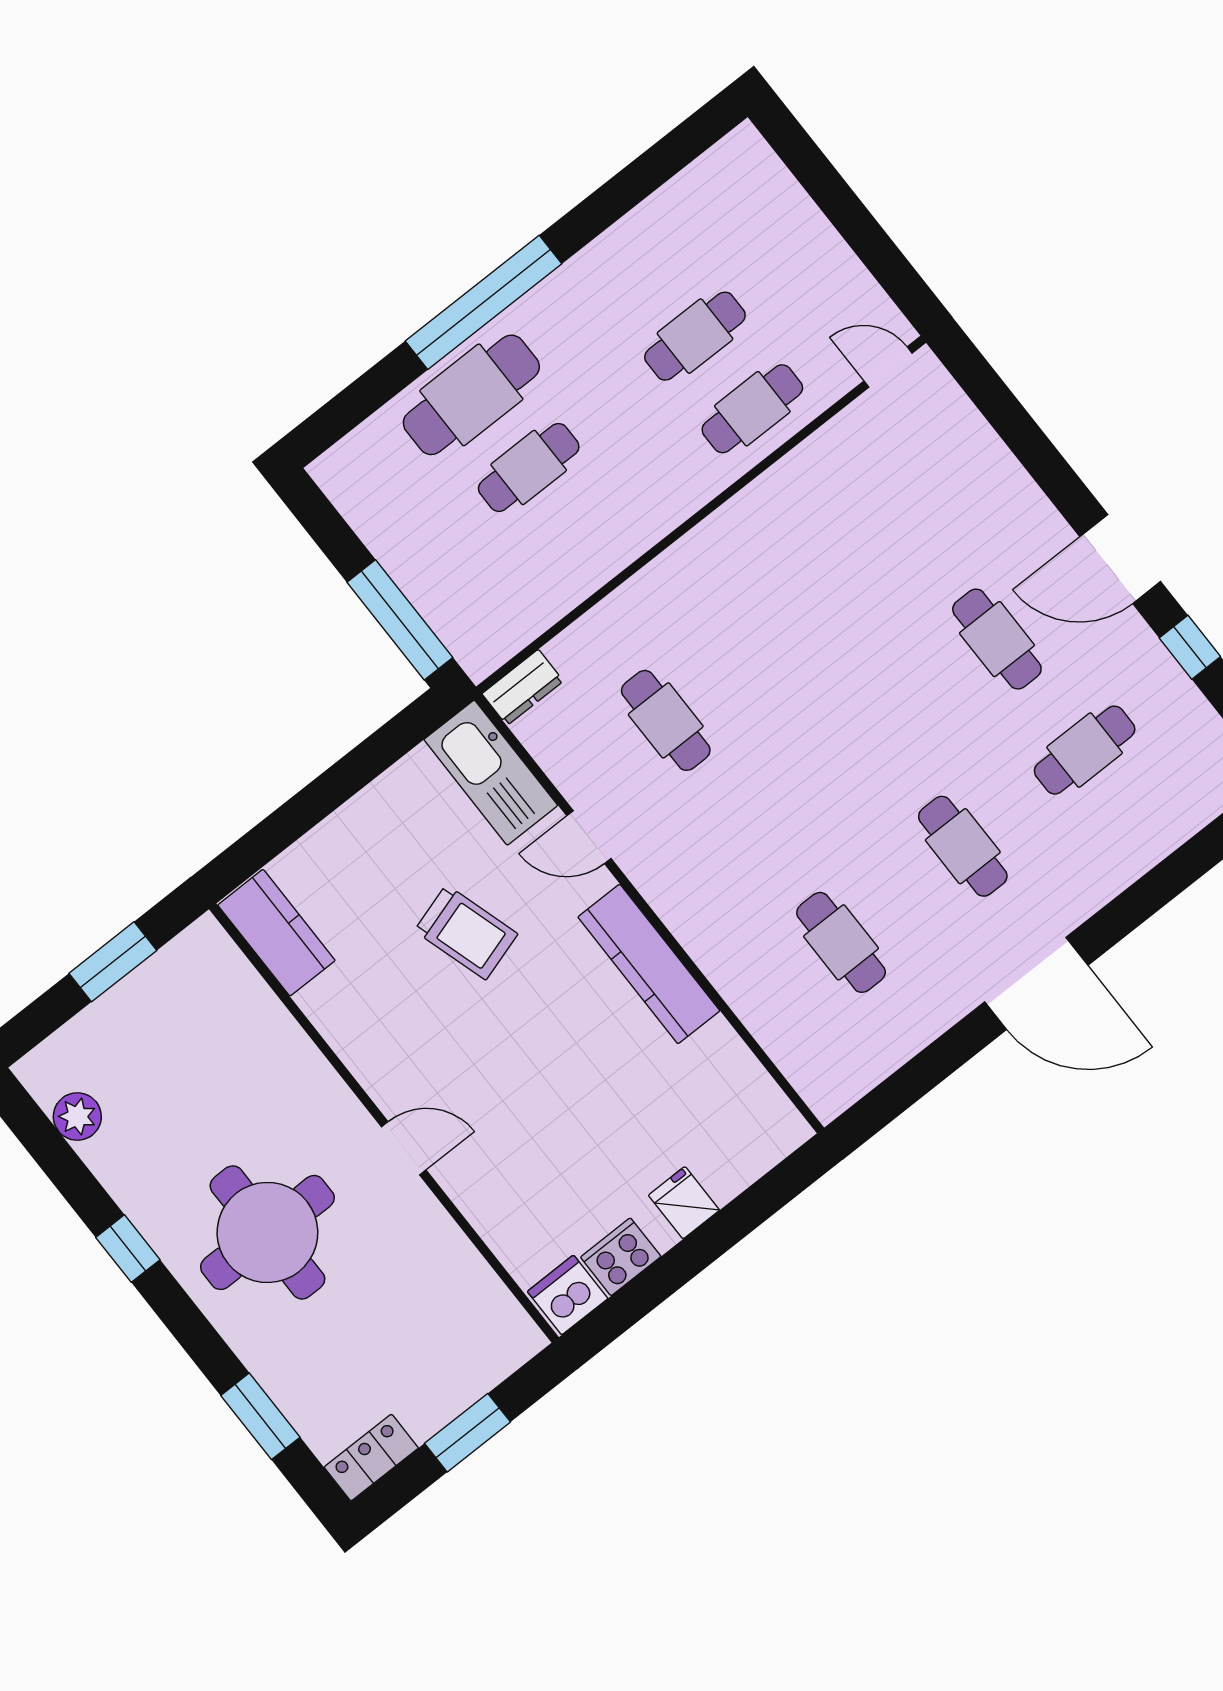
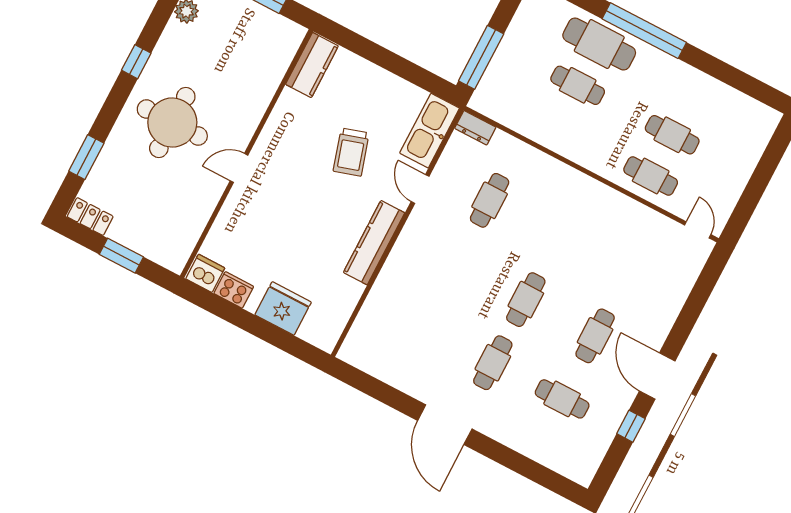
cafe table: (841, 942) -> (526, 300), moved
door: (404, 1148) -> (239, 168), swing flipped
fridge: (684, 1203) -> (283, 308), width x1.88, depth x1.34

